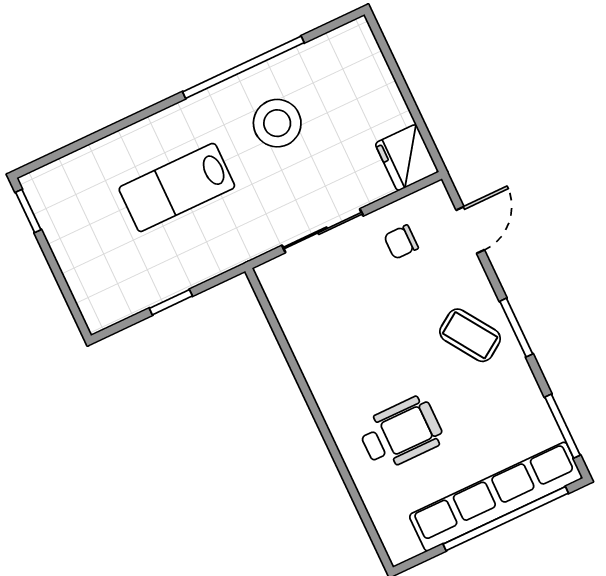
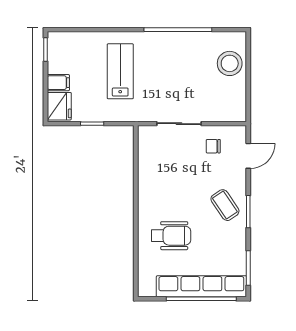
stool: (277, 123) -> (230, 63), moved
fridge: (407, 158) -> (59, 106), moved, turned 180
lab bench: (177, 187) -> (120, 71), turned 90
filing cabinet: (78, 258) -> (58, 83), added

